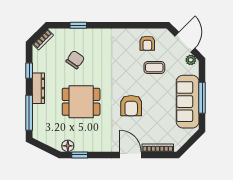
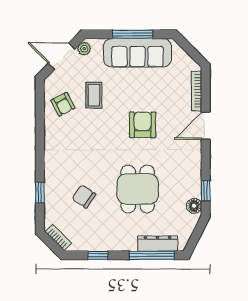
armchair: (147, 43) -> (63, 104), turned 62
dresser: (38, 88) -> (157, 244), moved
armchair: (131, 106) -> (143, 125), turned -90

